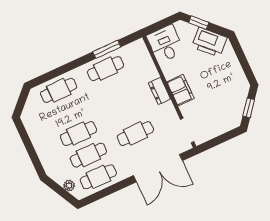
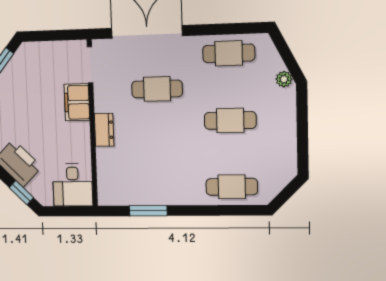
cafe table: (106, 69) -> (160, 187), removed
filing cabinet: (181, 90) -> (77, 102), moved
cafe table: (88, 155) -> (229, 87), removed
plant: (69, 186) -> (284, 79), moved

